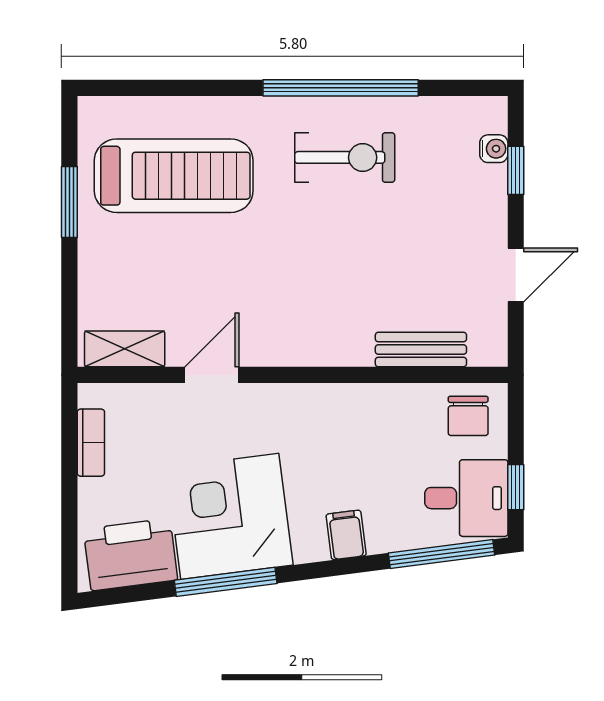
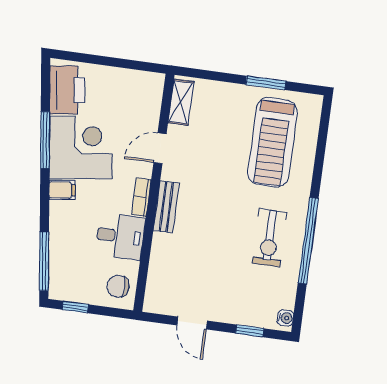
water cooler: (494, 149) -> (285, 318), moved, turned -90
bench: (421, 350) -> (166, 207), moved
door: (212, 375) -> (160, 148), swing flipped
bookcase: (91, 443) -> (141, 197), moved, turned 90
desk: (466, 498) -> (120, 236), moved, turned -90
filing cabinet: (346, 535) -> (62, 190), moved

